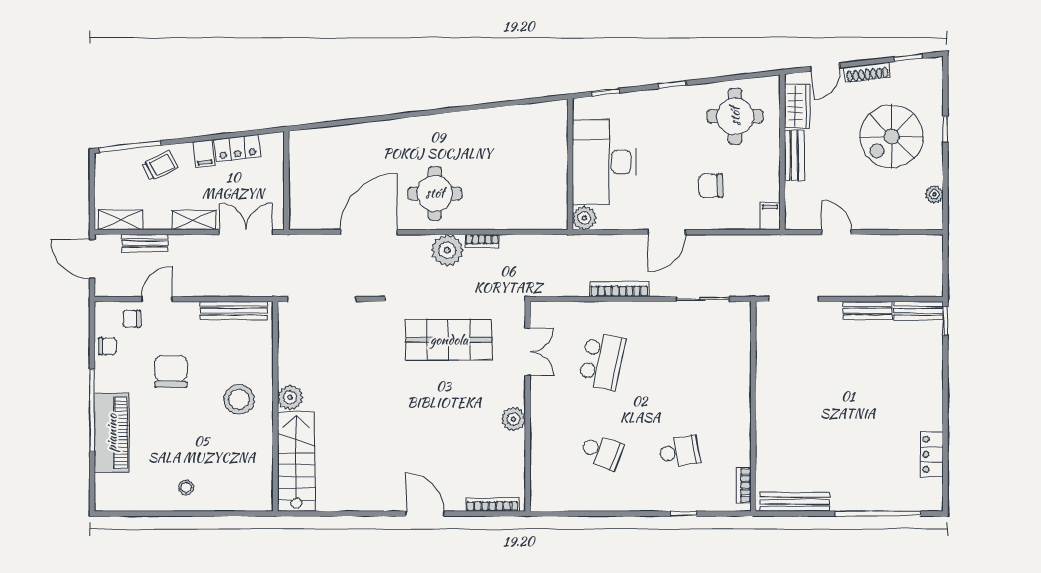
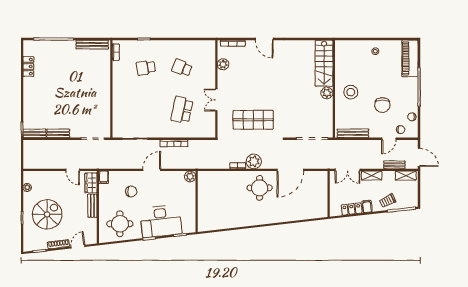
wardrobe: (797, 106) -> (91, 183), moved
desk: (604, 162) -> (161, 221), moved, turned 83
double door: (528, 352) -> (216, 100), moved
plant: (513, 419) -> (223, 64), moved
piano: (112, 433) -> (410, 58), moved

